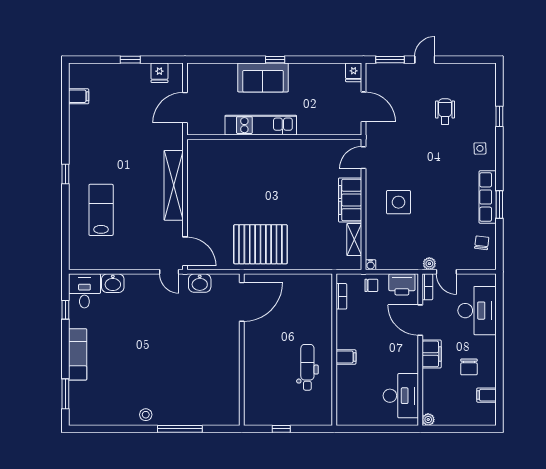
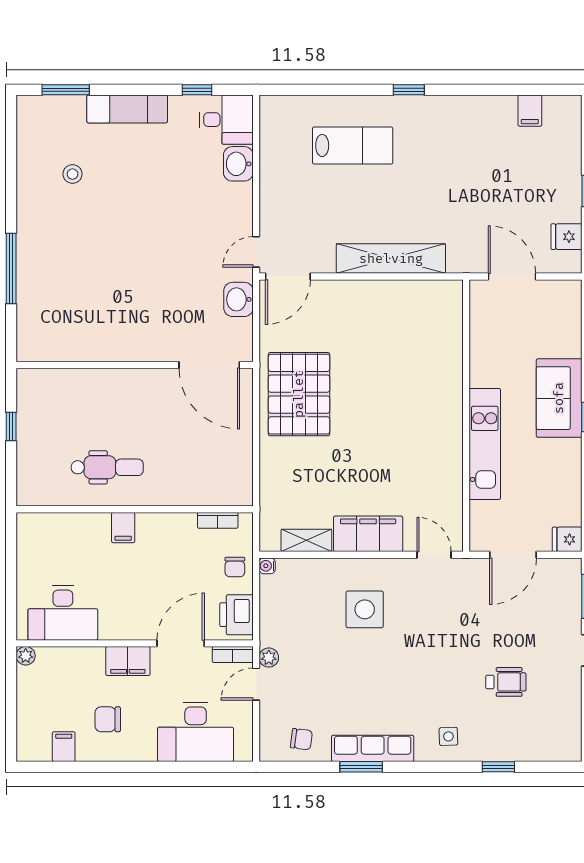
kitchen unit: (261, 125) -> (485, 444), moved
stool: (146, 415) -> (73, 174), moved

